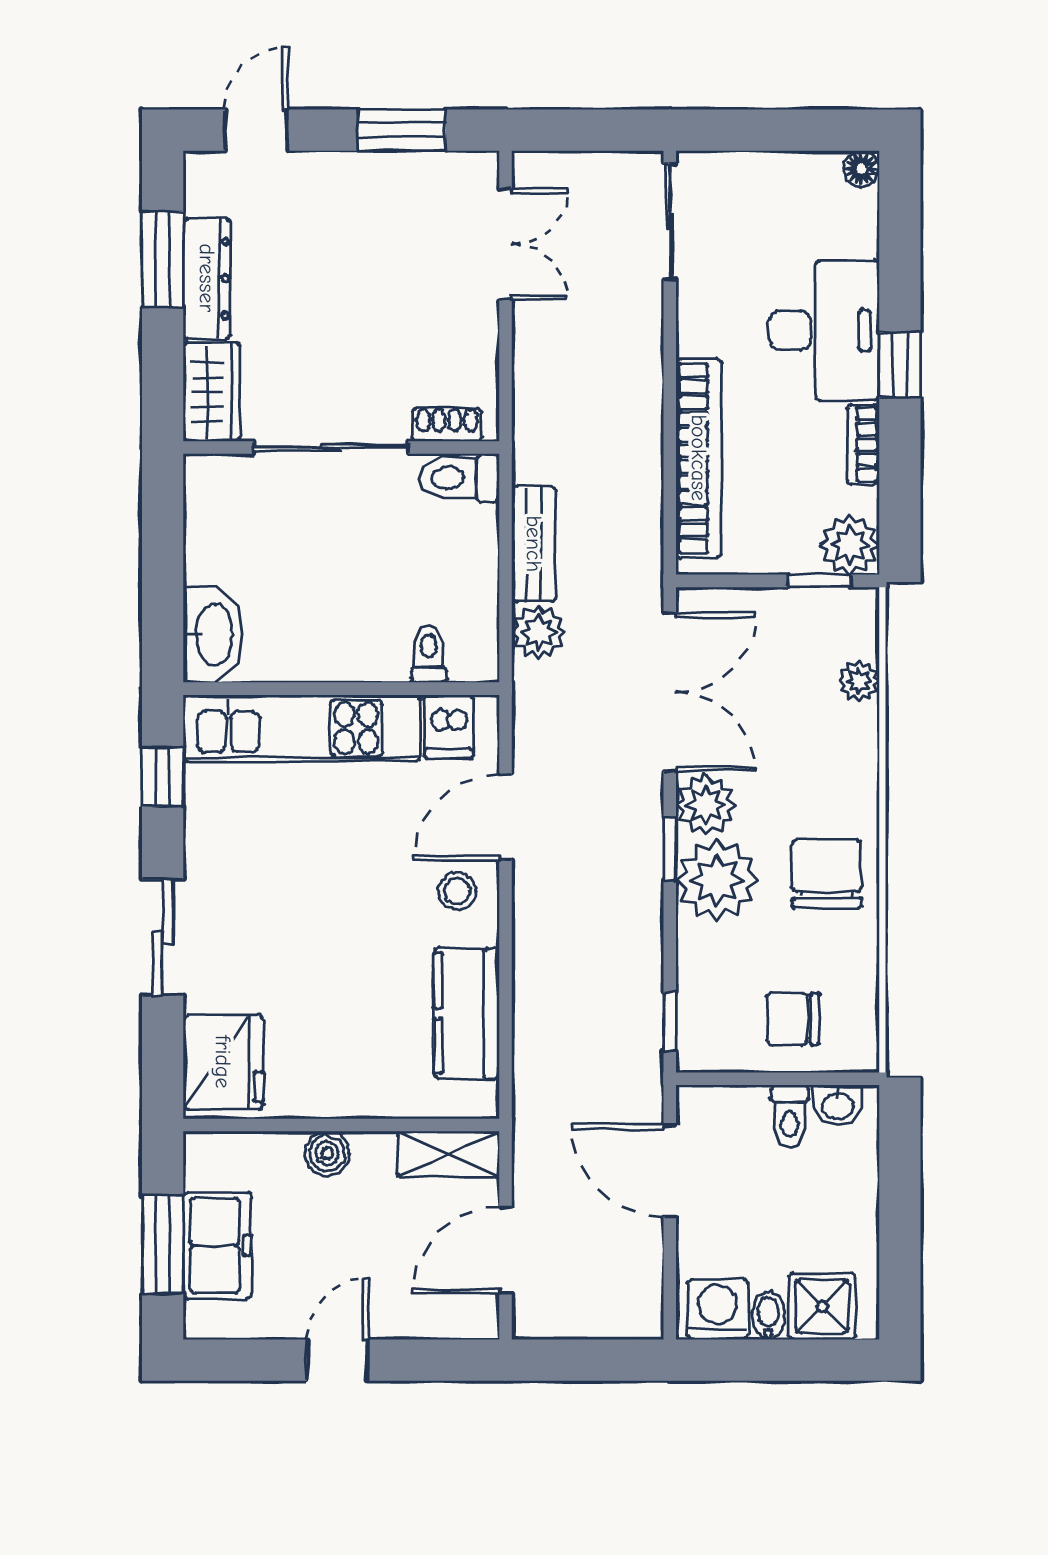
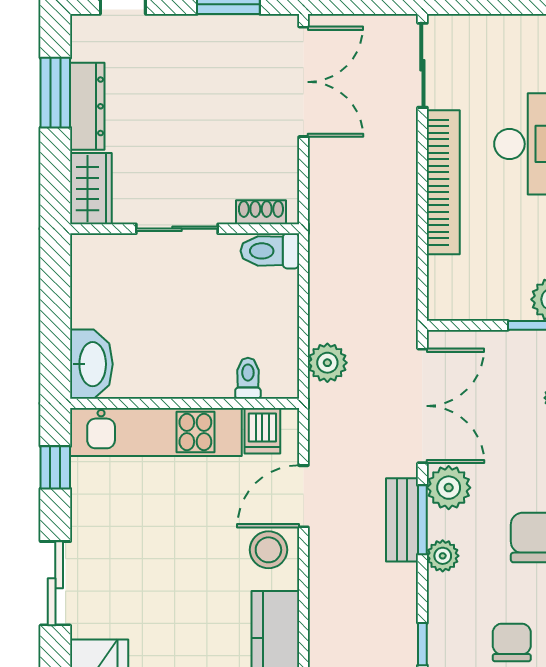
double door: (506, 244) -> (304, 82), width x1.37
sliding door: (331, 447) -> (177, 229), width x0.73
bookcase: (699, 458) -> (443, 182), moved
bench: (534, 544) -> (402, 520), moved
window: (670, 849) -> (422, 520), width x1.50
plant: (717, 880) -> (443, 556), width x0.53, depth x0.53
stool: (457, 891) -> (268, 550), width x1.37, depth x1.37
chair: (793, 1019) -> (512, 642), turned 90

